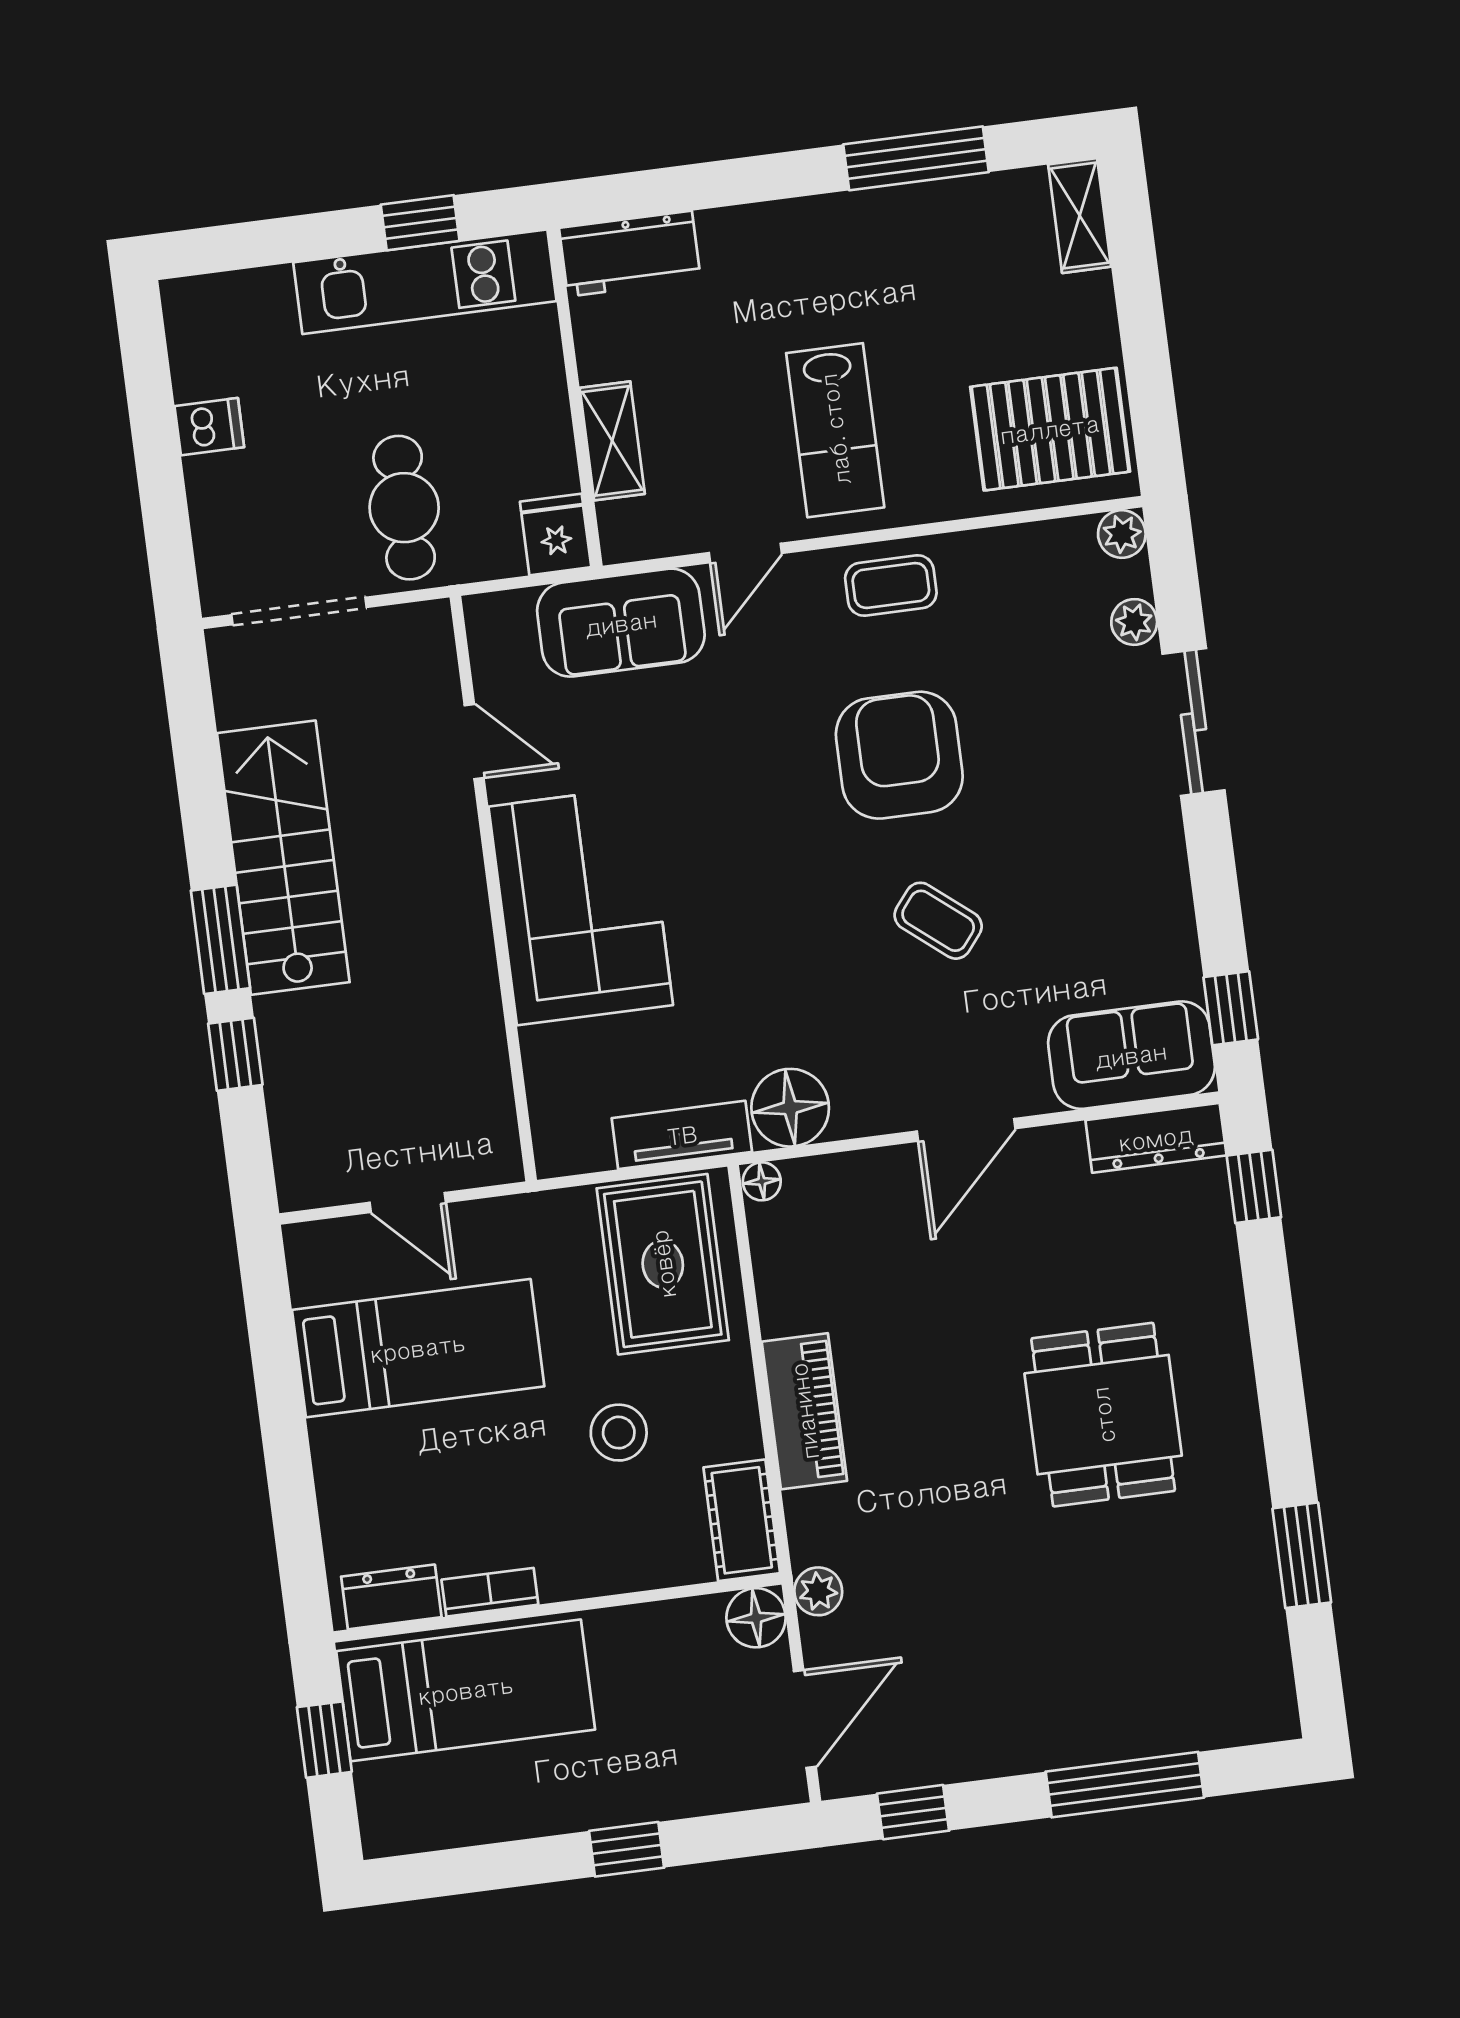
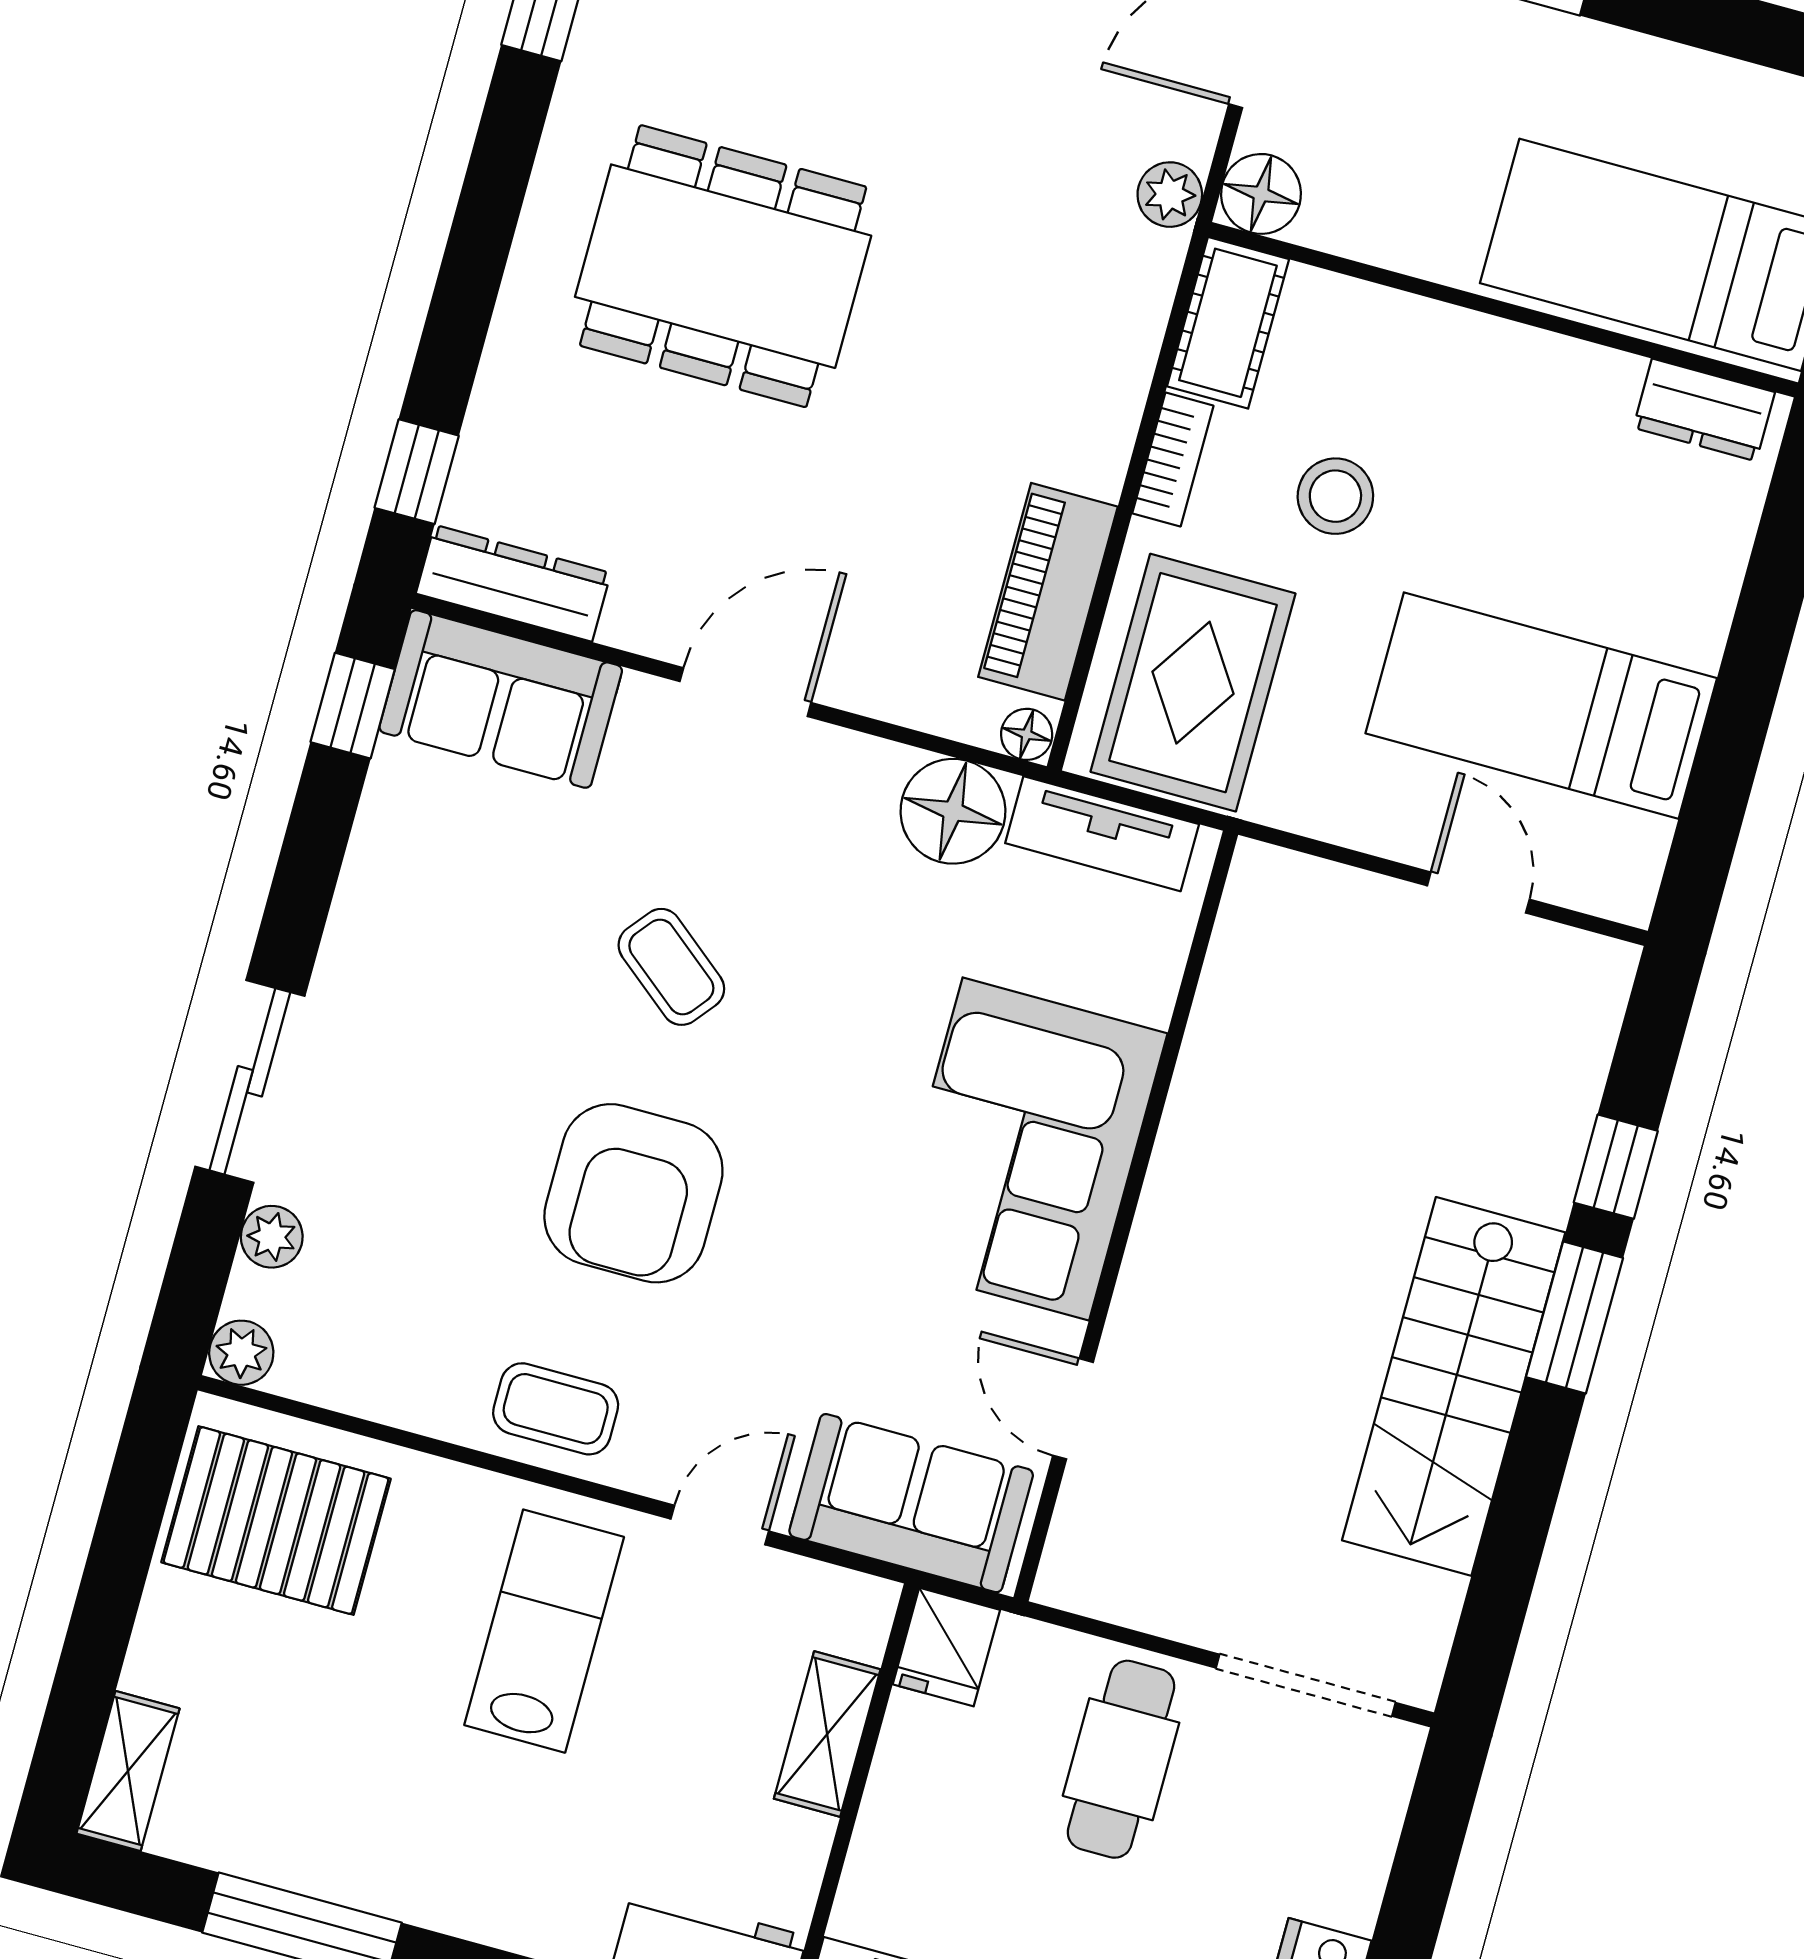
door: (474, 742) -> (1073, 1409), moved
wall: (493, 889) -> (1126, 1216), moved
corner sofa: (581, 906) -> (1026, 1149), moved
piano: (804, 1411) -> (1048, 592), moved
dining table: (1103, 1415) -> (723, 266), width x1.38
bookcase: (490, 1592) -> (1173, 459), moved, turned -90

